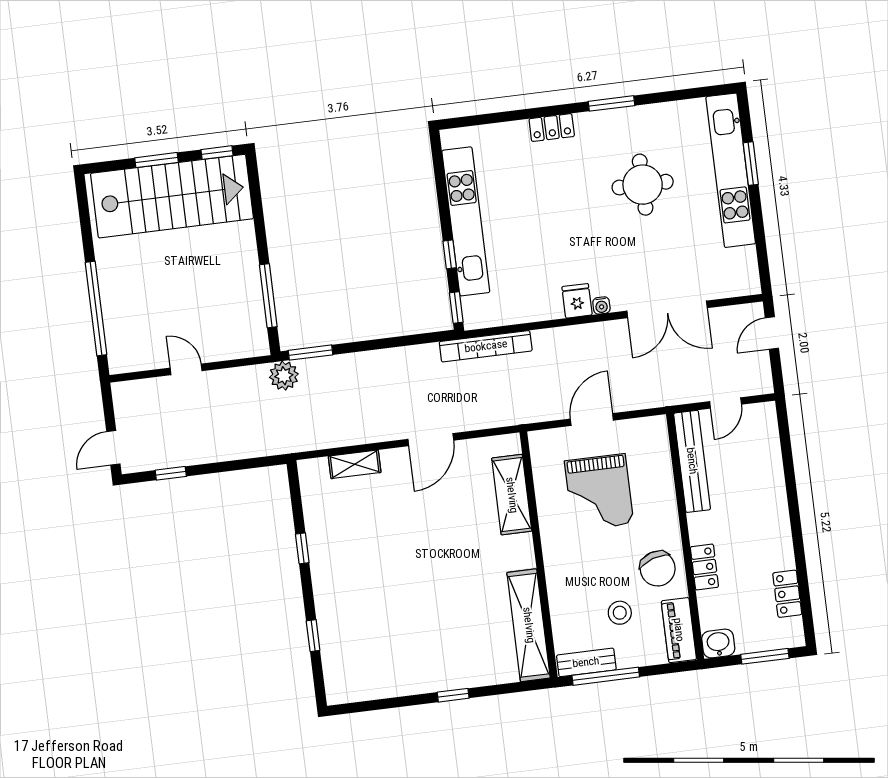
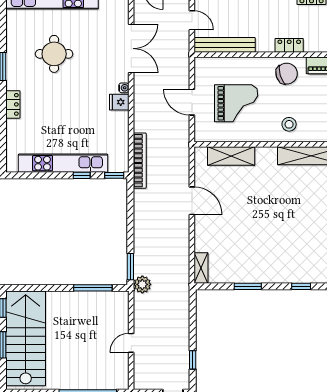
shelving: (355, 464) -> (201, 268), moved
window: (302, 548) -> (248, 286), width x1.50
stool: (620, 613) -> (289, 124), moved

